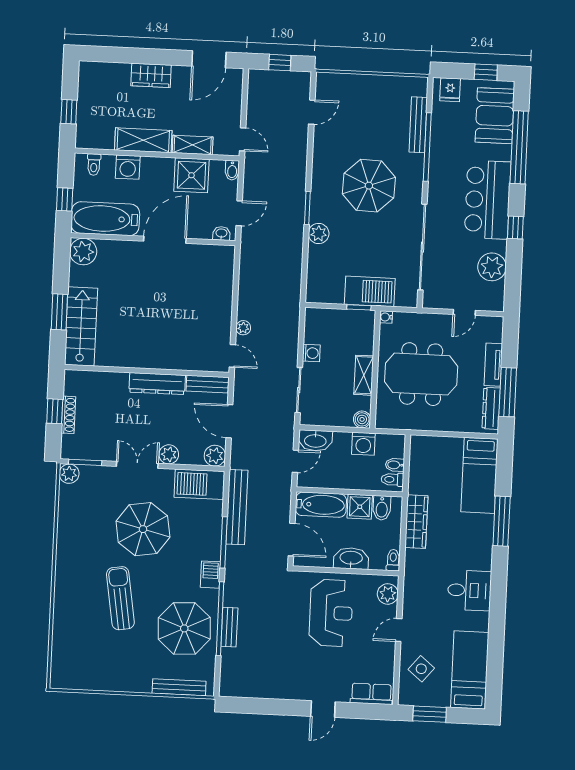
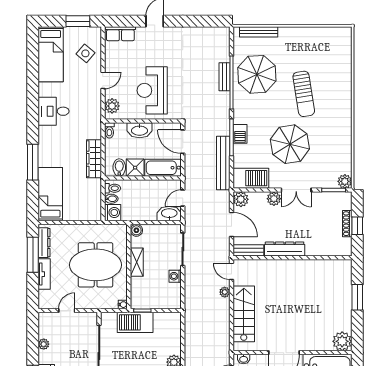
plant: (492, 267) -> (44, 344), width x0.53, depth x0.53
stairs: (81, 326) -> (244, 314), moved, turned 180
washing machine: (363, 444) -> (113, 212), moved, turned 90
barbecue: (210, 575) -> (240, 134), moved

